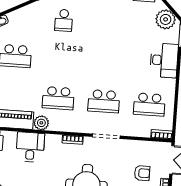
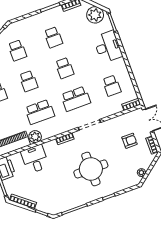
school desk: (109, 24) -> (53, 37), added
school desk: (61, 59) -> (28, 81), added
school desk: (107, 62) -> (64, 68), added
school desk: (149, 104) -> (112, 86), width x0.54

